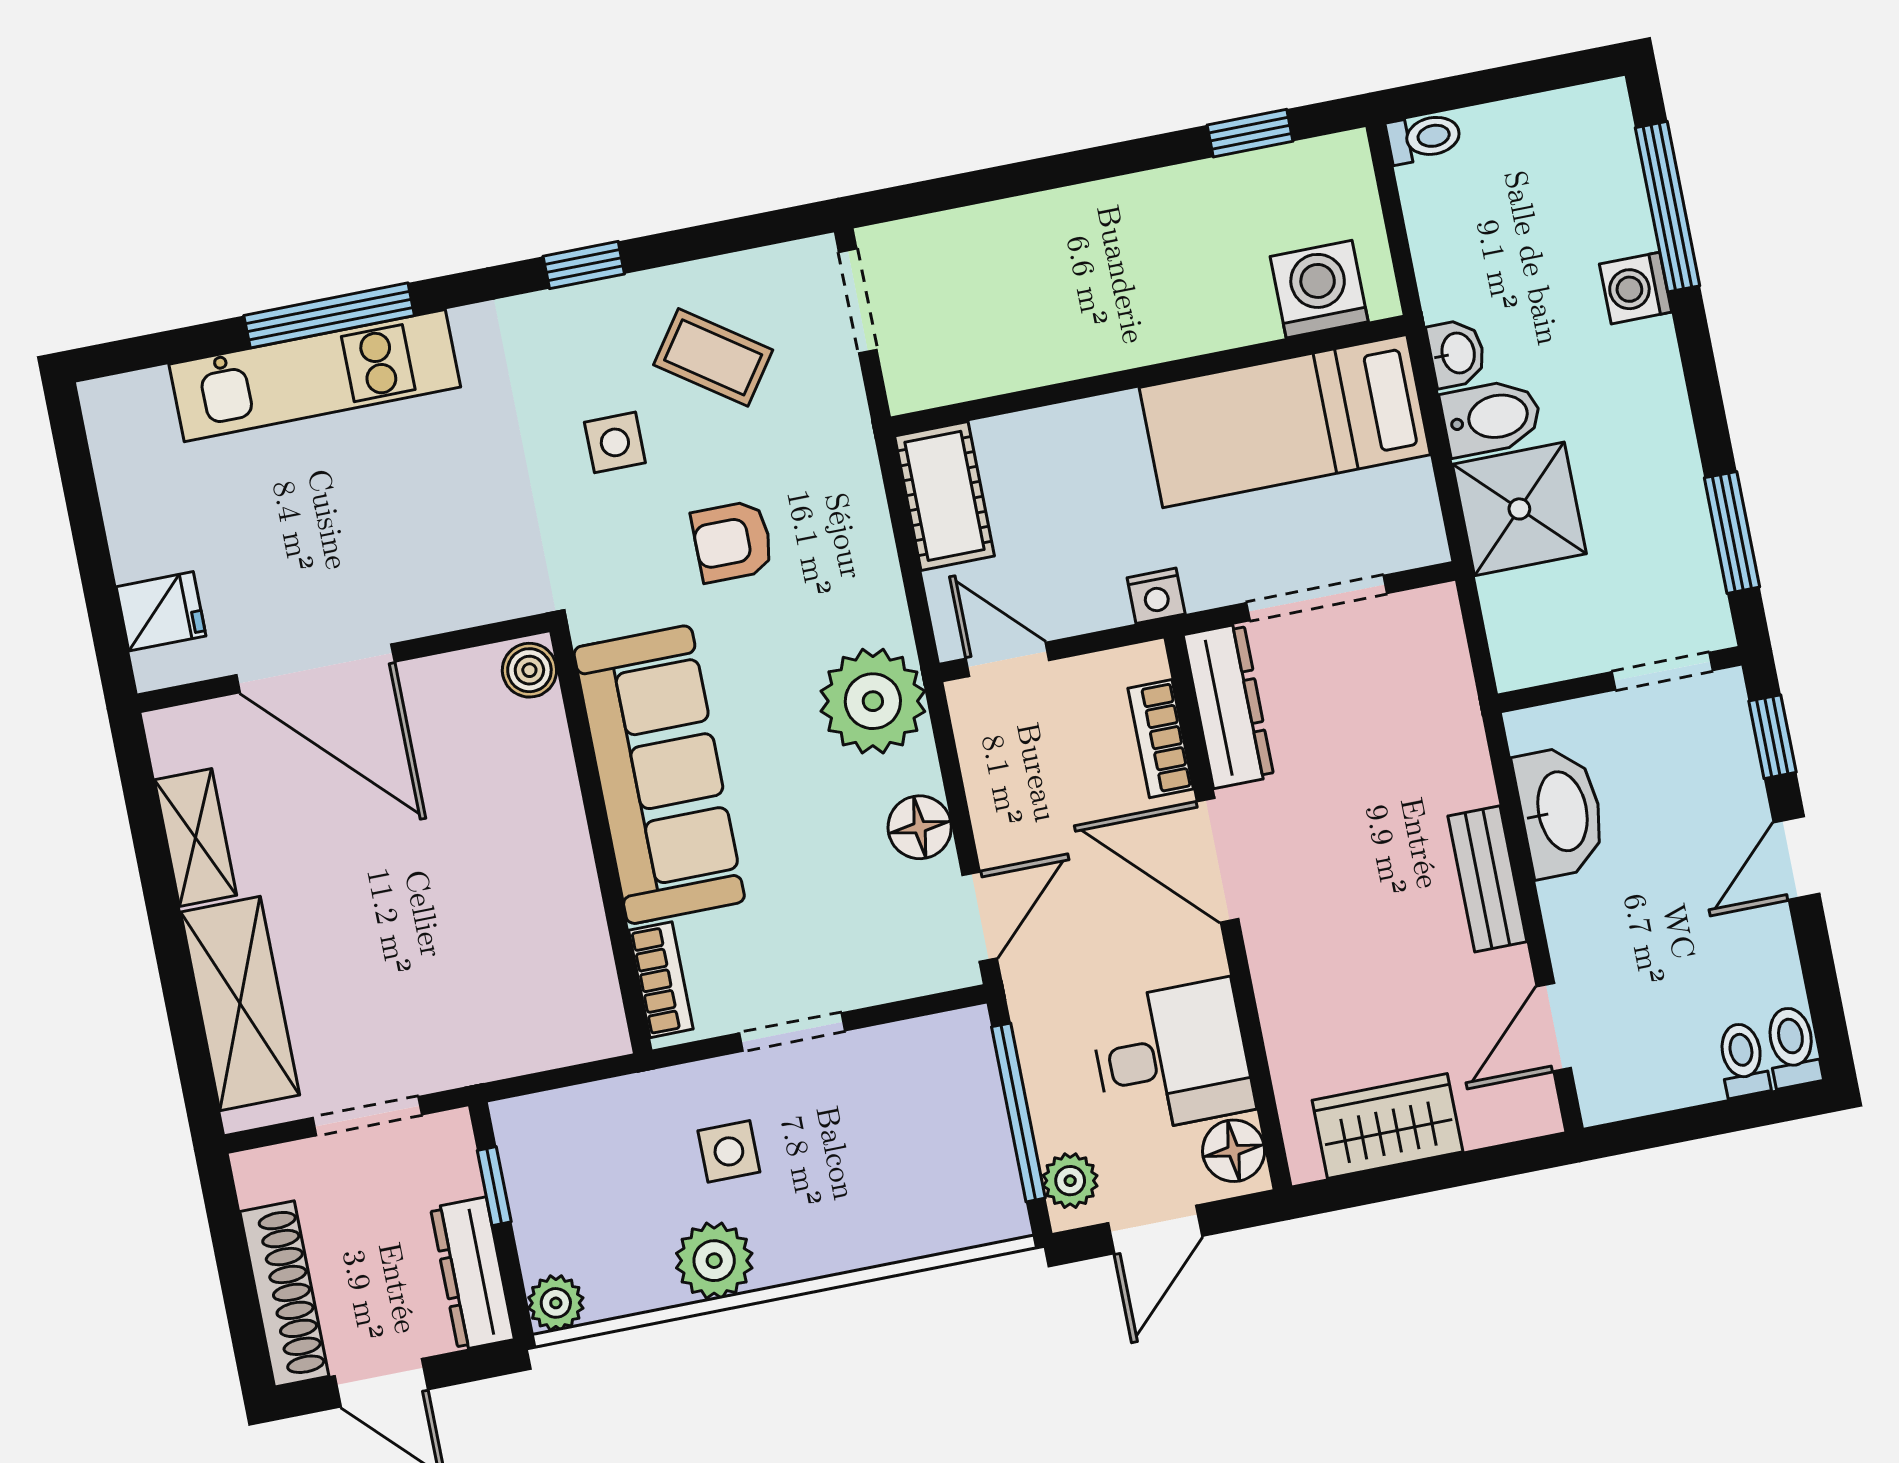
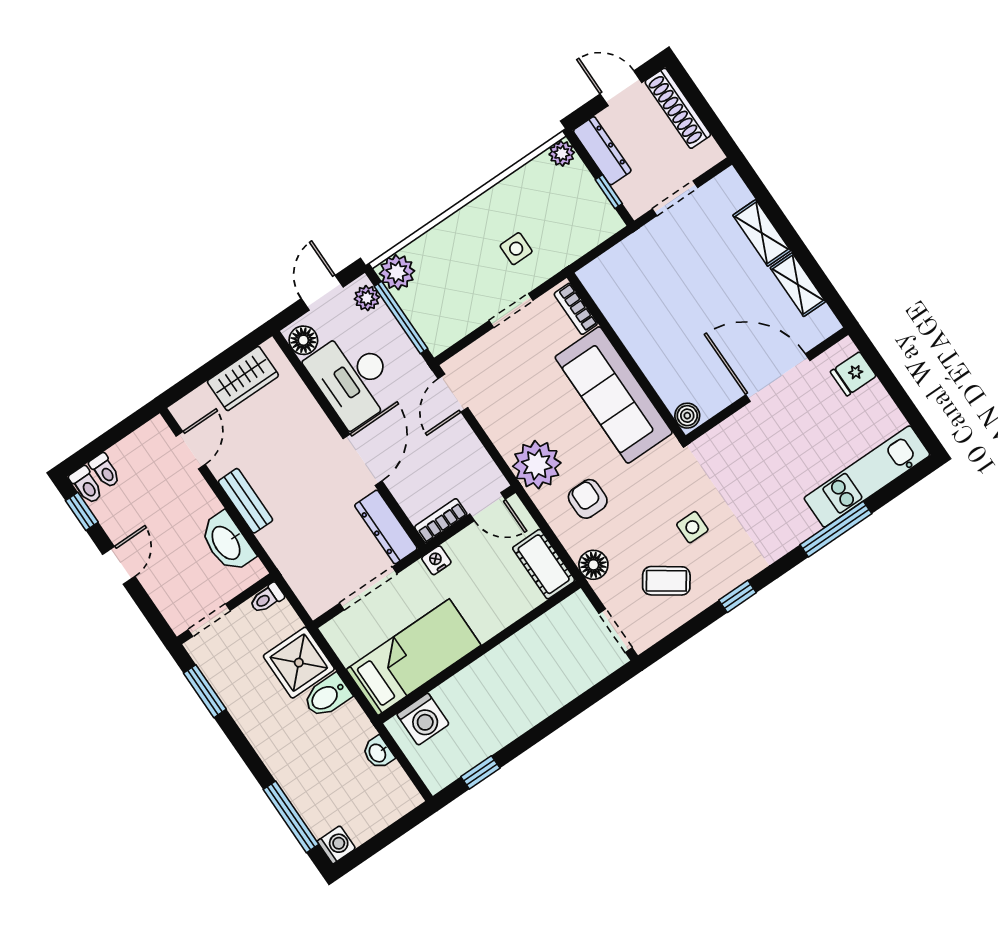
toilet: (1424, 138) -> (267, 598), moved
washing machine: (1635, 288) -> (336, 845), moved
washbasin: (1457, 353) -> (378, 753), moved
kitchen unit: (315, 376) -> (867, 476), moved
armchair: (732, 541) -> (588, 499), moved, turned -90
window: (1772, 737) -> (82, 511), moved
bookcase: (1161, 739) -> (441, 521), moved, turned -90
floor lamp: (920, 827) -> (593, 565), moved
door: (1218, 860) -> (363, 460), hinge flipped
shelving: (240, 1003) -> (762, 233), width x0.67, depth x0.75
desk: (1172, 1057) -> (353, 378), width x1.37
plant: (714, 1261) -> (397, 272), moved

